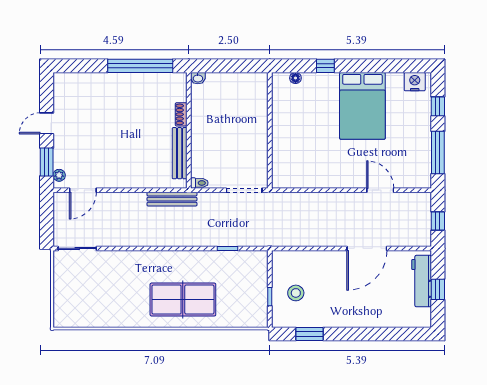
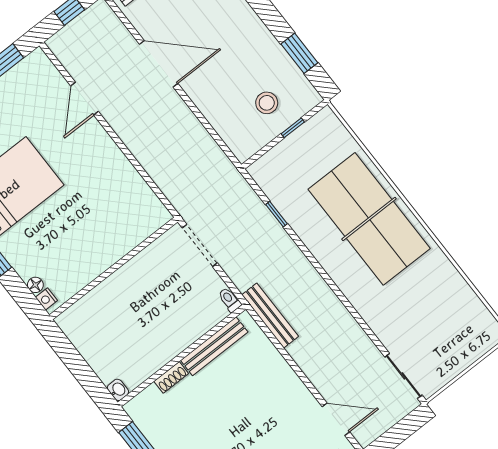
nightstand: (282, 78) -> (46, 299), added
table tennis table: (183, 300) -> (369, 219), width x1.36, depth x1.32

